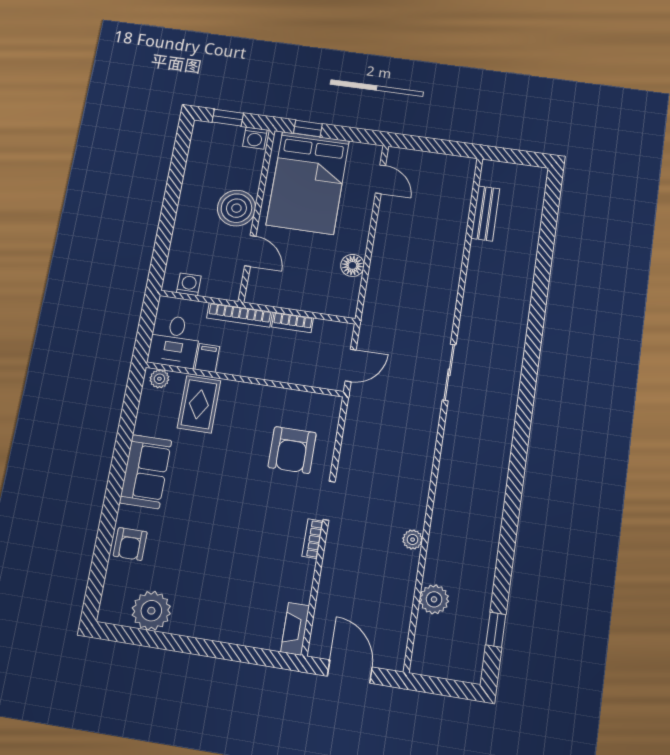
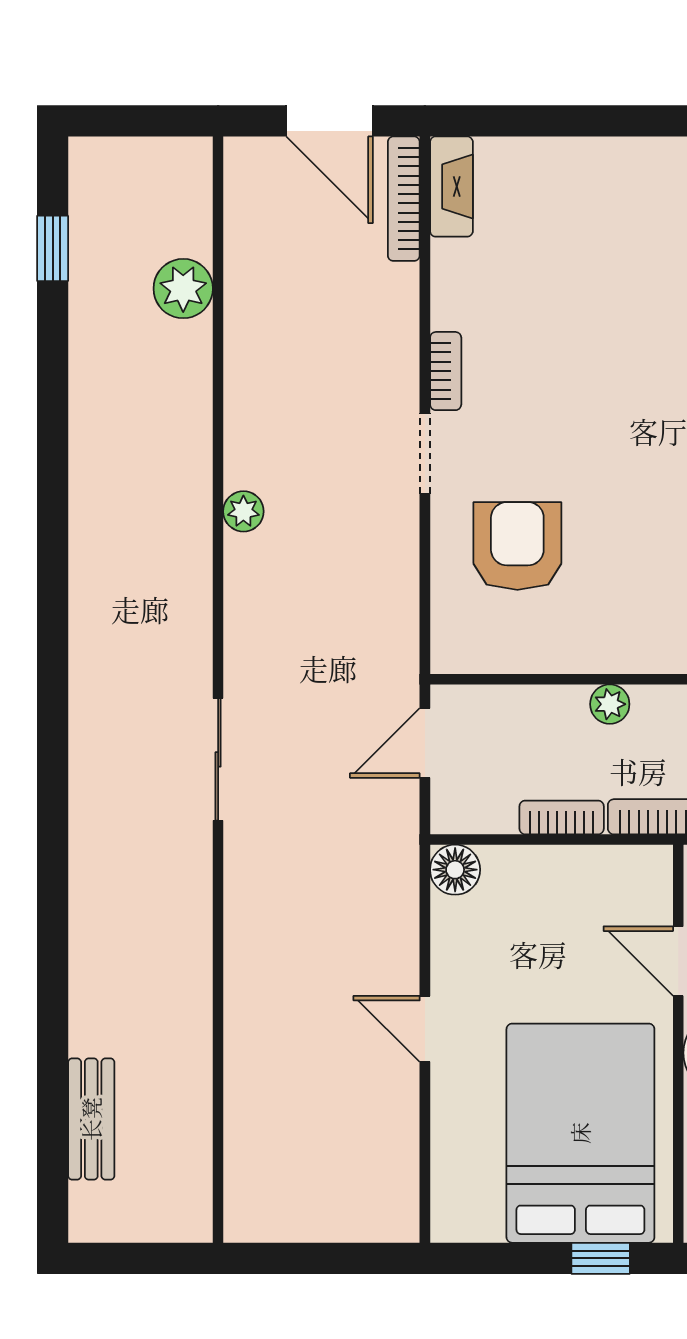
door: (381, 179) -> (425, 1029), moved
bench: (485, 213) -> (91, 1119), moved
floor lamp: (352, 265) -> (455, 870), moved
plant: (261, 370) -> (610, 704), added
plant: (413, 540) -> (243, 511), moved
bookcase: (319, 627) -> (404, 199), added

